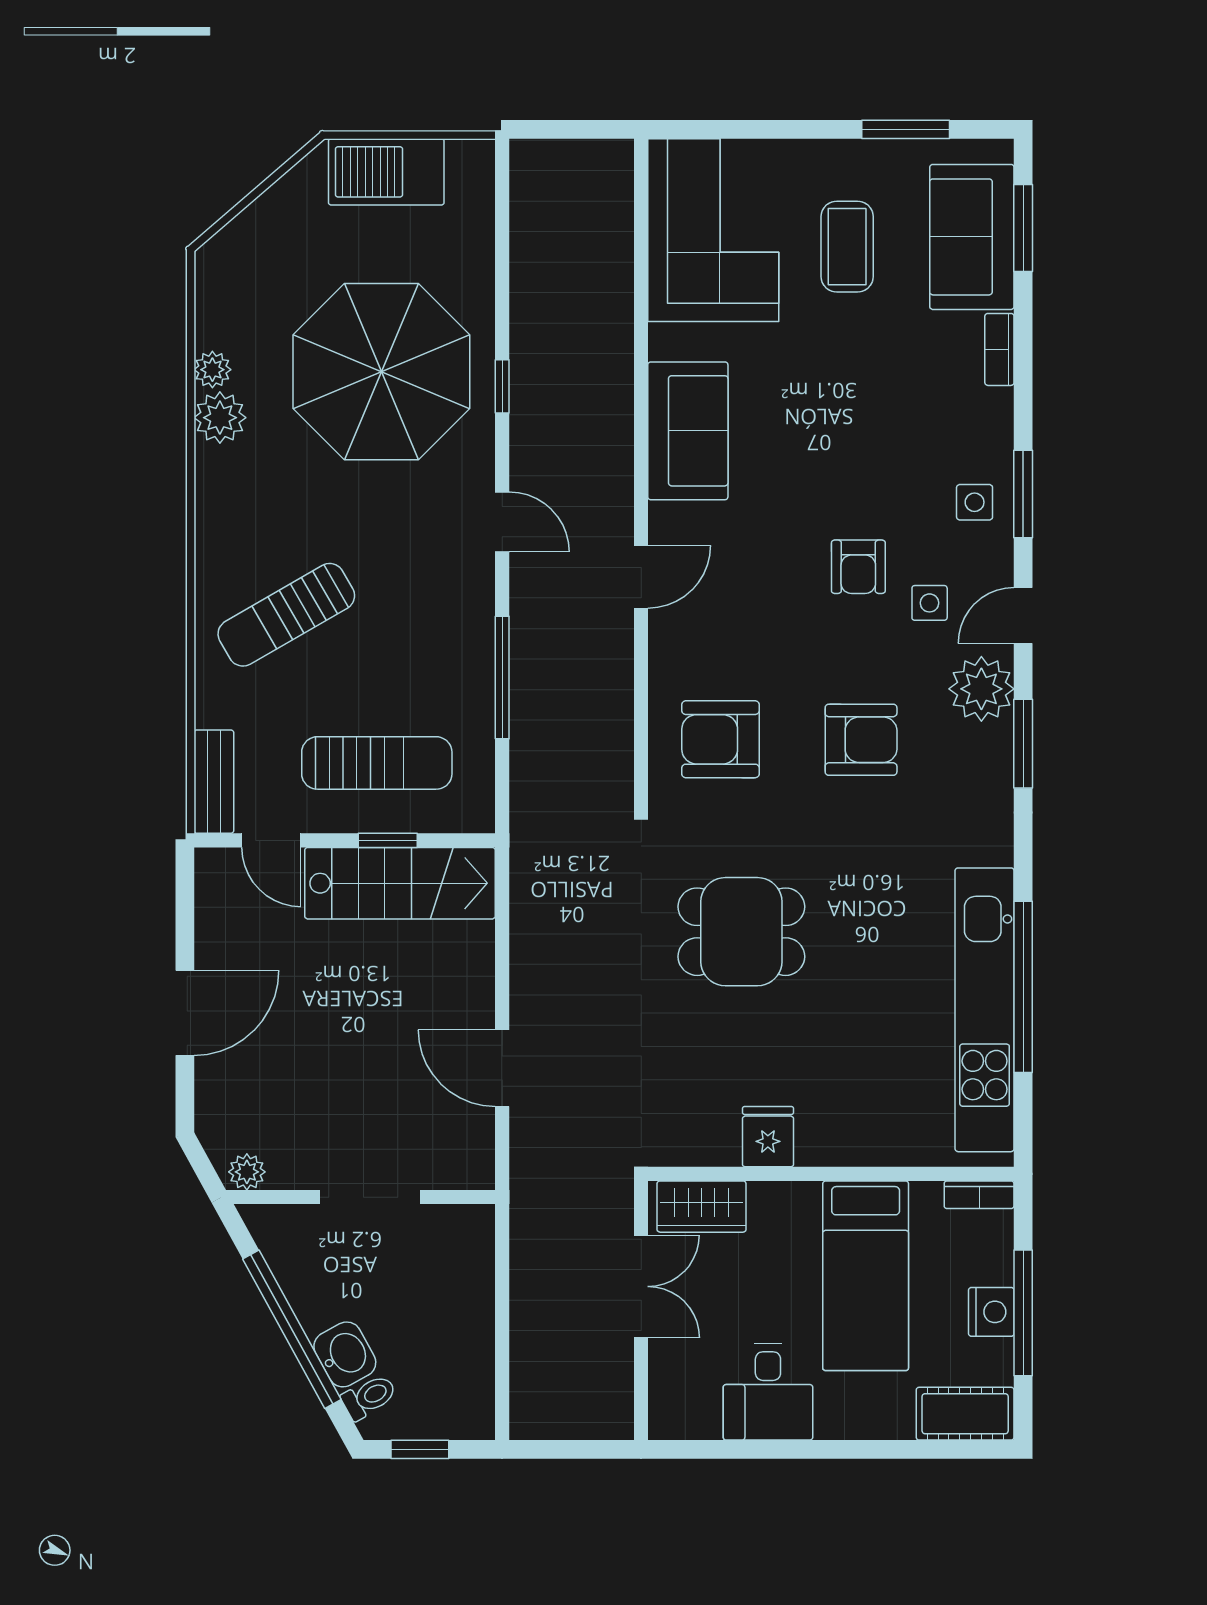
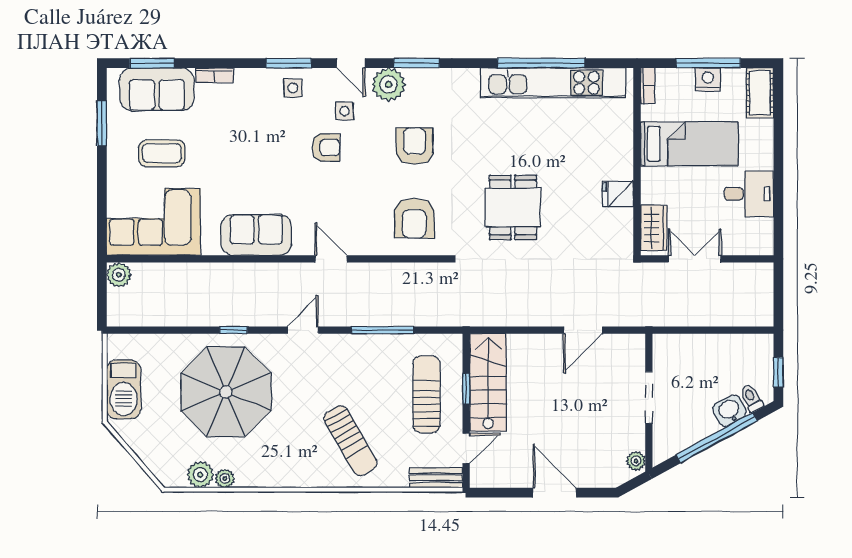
plant: (610, 163) -> (119, 275), added
plant: (220, 418) -> (200, 475), moved

